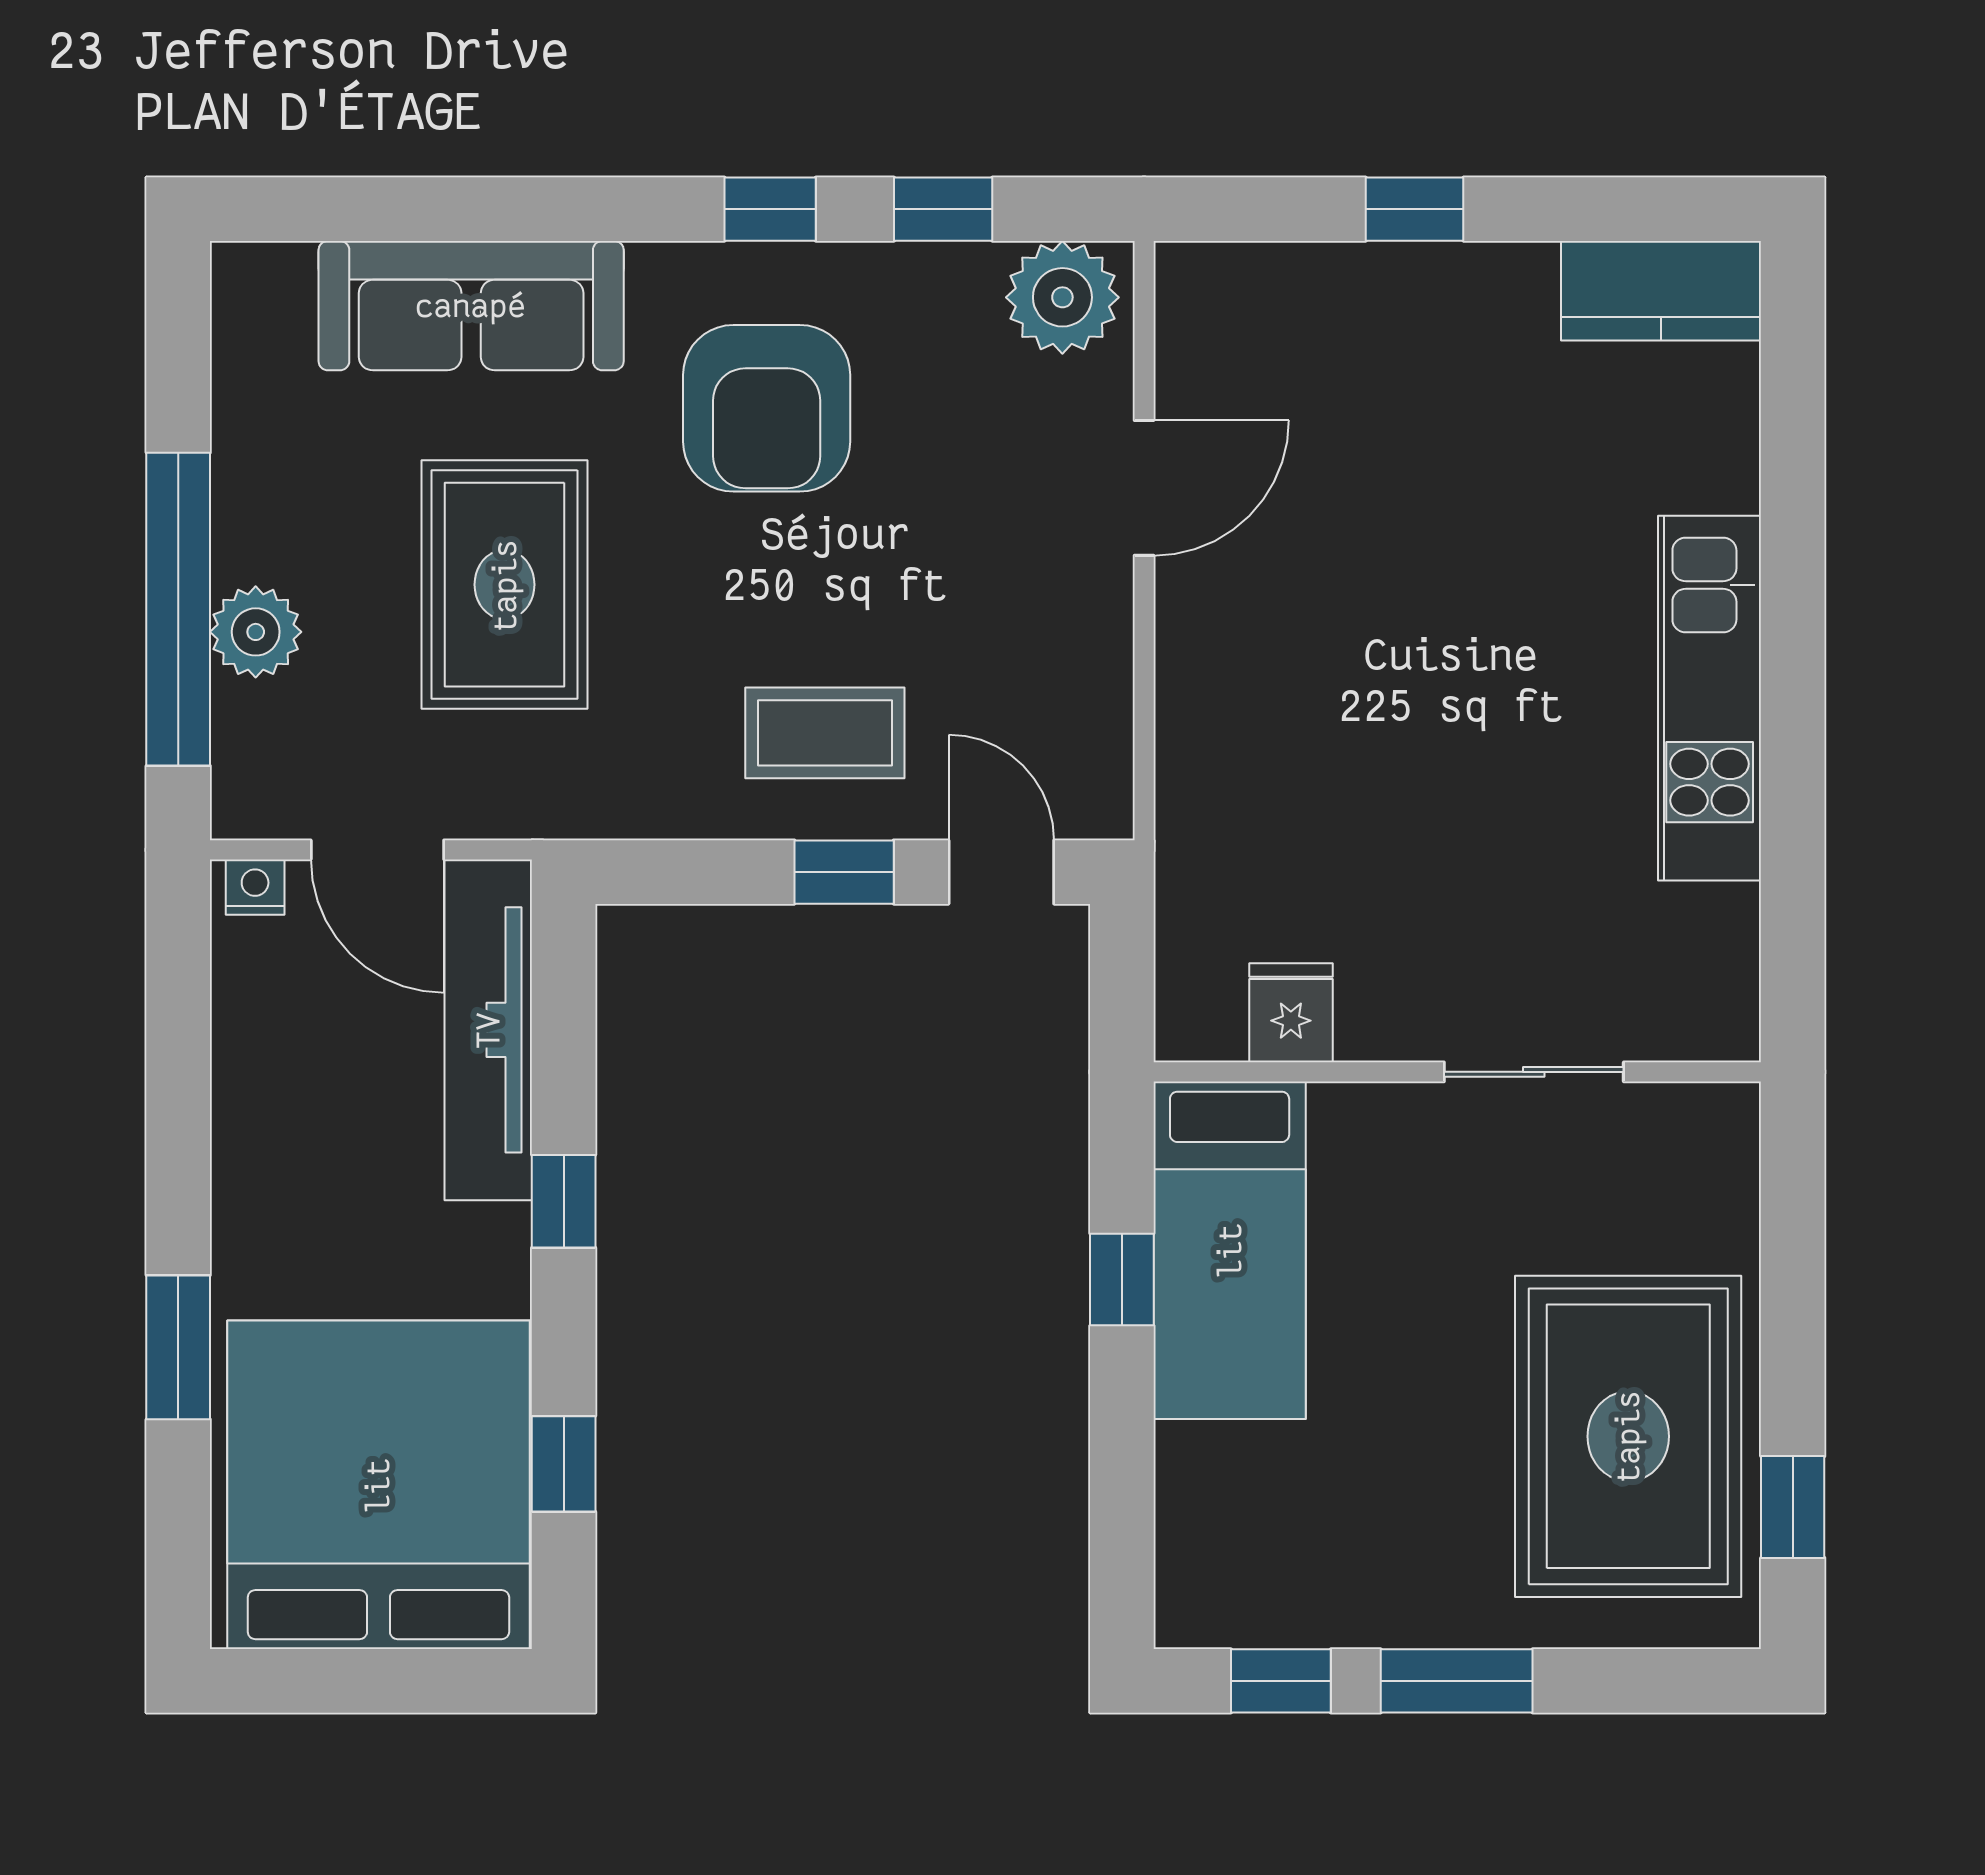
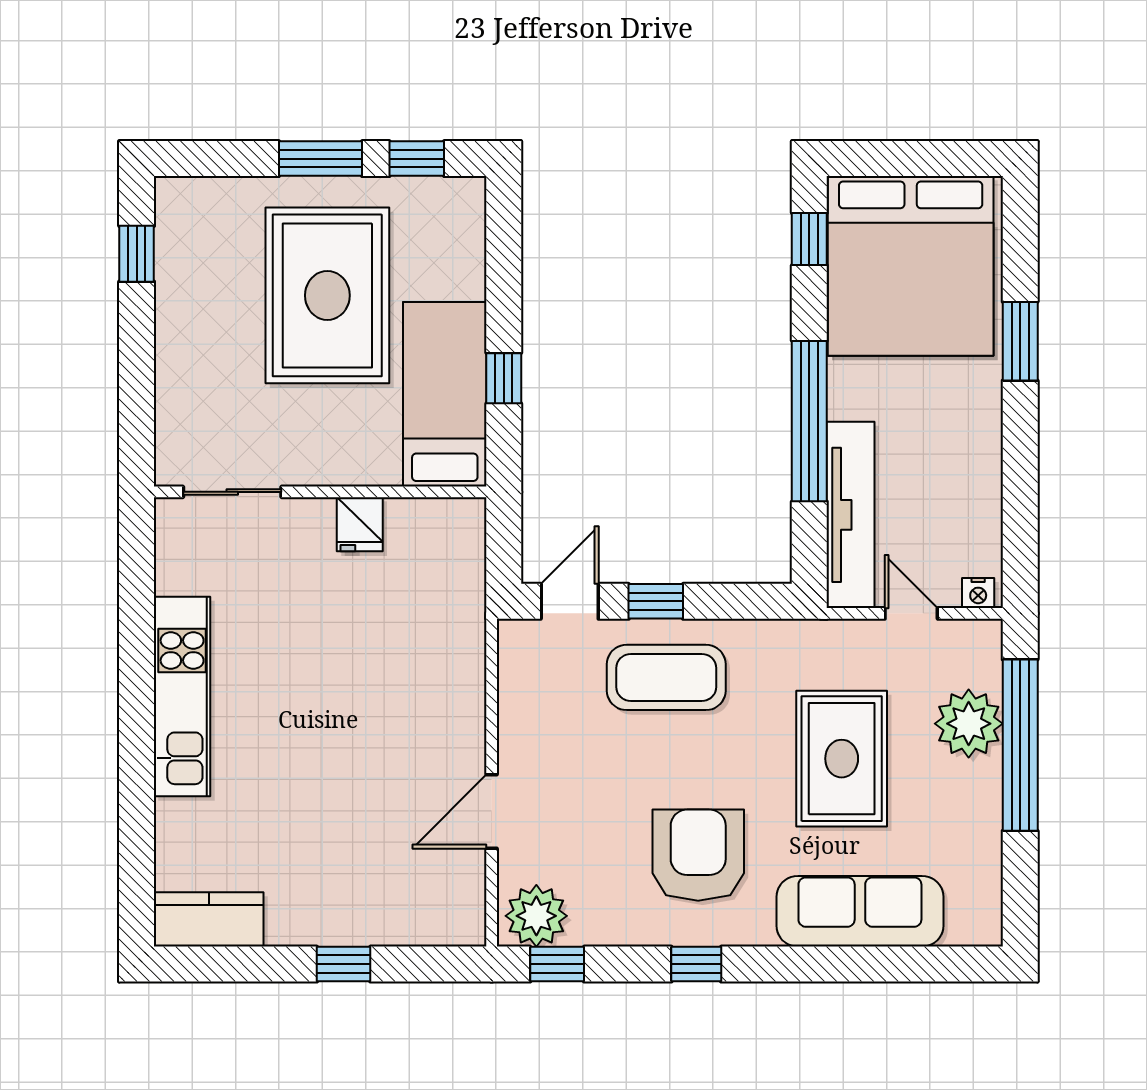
window: (943, 209) -> (557, 964), moved
plant: (256, 632) -> (969, 724), width x1.36, depth x1.36
coffee table: (825, 733) -> (666, 677), width x1.36, depth x1.32
door: (377, 850) -> (911, 613), width x0.73
door: (1001, 872) -> (570, 601), swing flipped
fridge: (1291, 1013) -> (360, 524), moved
sliding door: (1534, 1072) -> (232, 492), moved
window: (564, 1201) -> (809, 421), width x3.17
rug: (1628, 1436) -> (327, 295), moved
window: (564, 1464) -> (809, 239), moved

